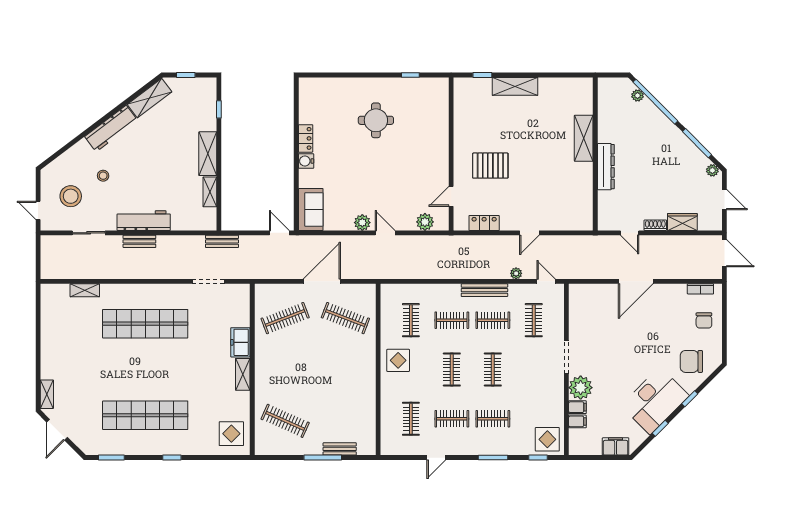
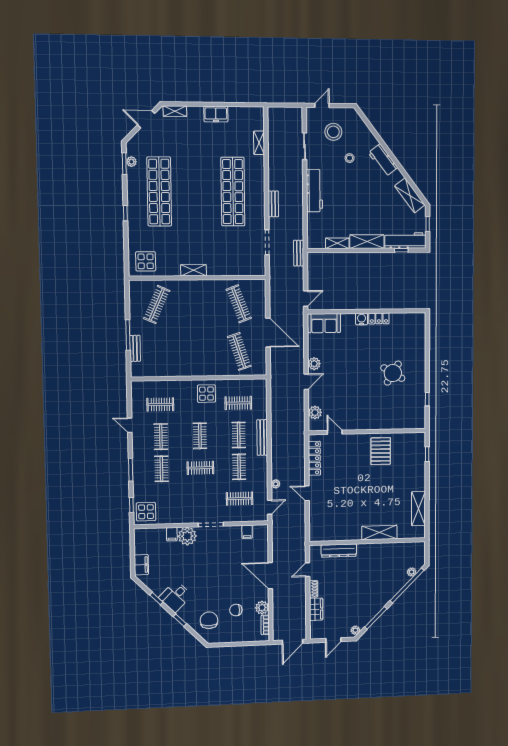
shelving: (515, 86) -> (418, 509), moved
workbench: (207, 104) -> (405, 241), added
round table: (376, 120) -> (393, 373), turned 31
workbench: (111, 129) -> (383, 160), width x0.73
pallet: (490, 166) -> (381, 451), moved
dresser: (606, 167) -> (339, 551), moved
locker: (484, 223) -> (314, 458), width x1.53
bench: (139, 241) -> (273, 204), moved
bench: (484, 290) -> (262, 437), moved
plant: (677, 293) -> (262, 608), added
clothes rail: (345, 318) -> (239, 351), turned -39
chair: (704, 320) -> (236, 610), moved
freezer: (240, 342) -> (216, 114), moved, turned 180
clothes rail: (452, 369) -> (200, 436), turned 90
desk: (655, 401) -> (175, 596), width x0.53, depth x0.77
filing cabinet: (577, 421) -> (247, 532), moved
plant: (109, 449) -> (131, 162), added

